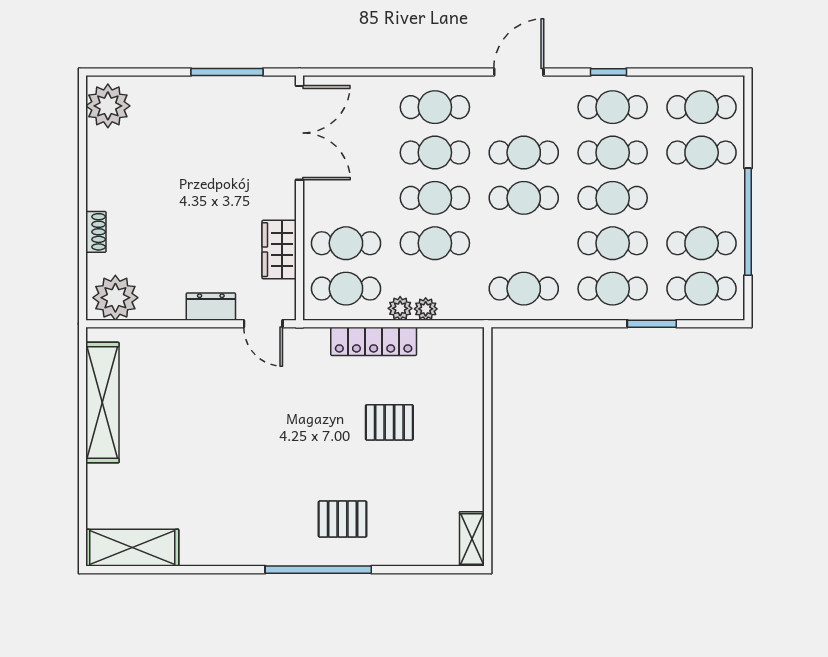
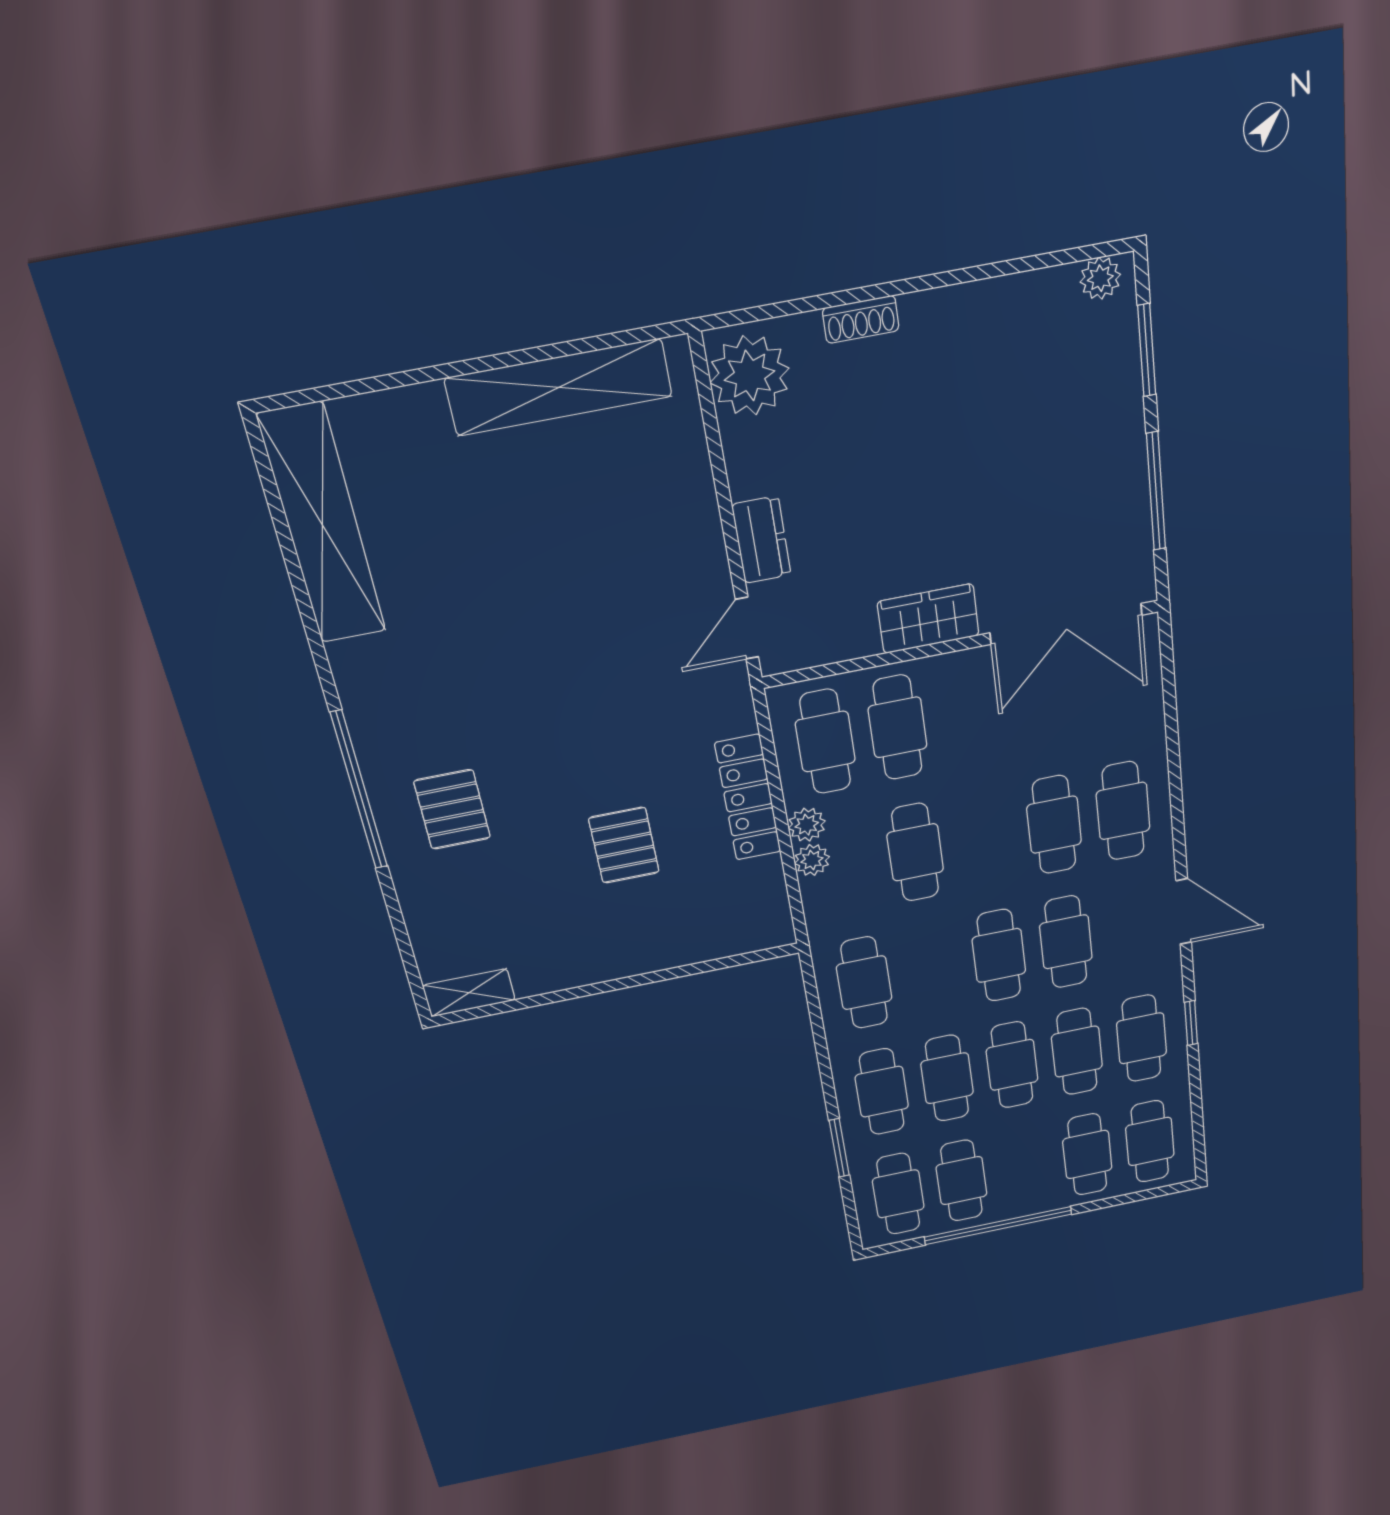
window: (143, 72) -> (1147, 350), added
plant: (108, 106) -> (1100, 278), width x0.53, depth x0.53
cafe table: (435, 198) -> (985, 839), removed
wardrobe: (279, 250) -> (928, 619), moved
shelving: (132, 548) -> (322, 525), width x1.47

